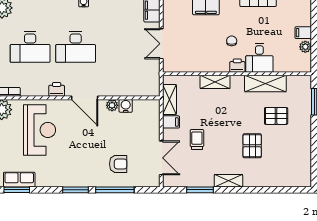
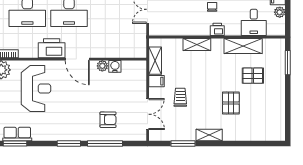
desk: (259, 58) -> (254, 22), moved
printer: (57, 89) -> (52, 48), width x1.87, depth x1.48

